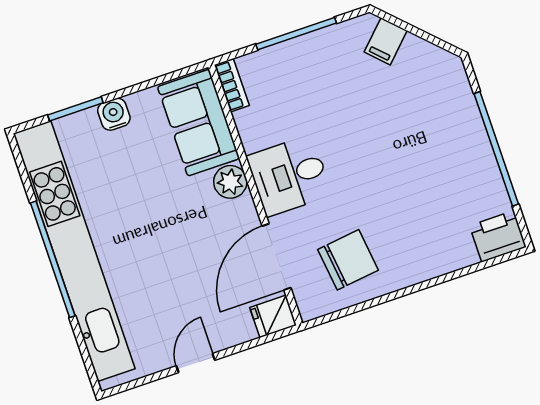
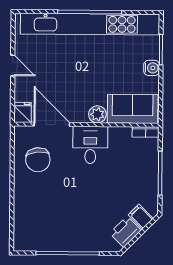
printer: (498, 236) -> (125, 232), moved, turned -135

